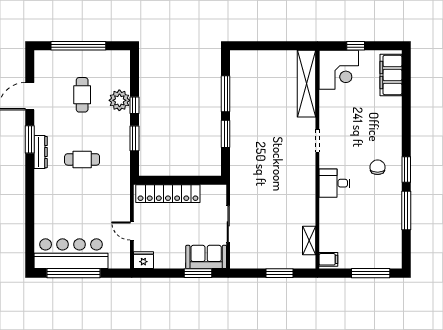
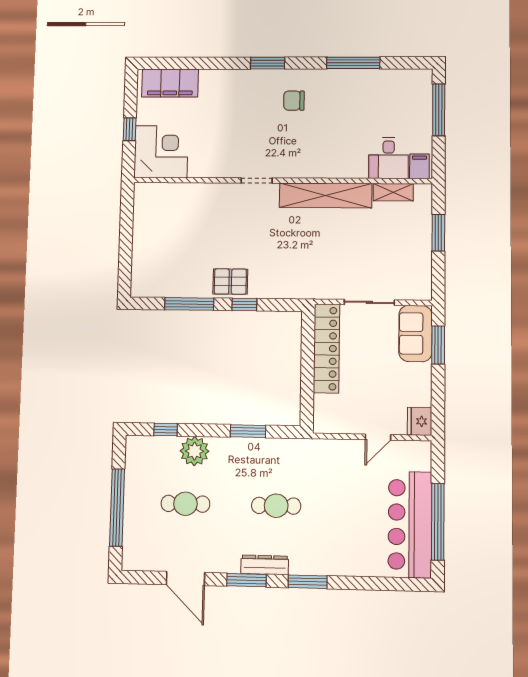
shelving: (306, 84) -> (326, 195), moved
window: (134, 105) -> (166, 430), moved
pallet: (242, 123) -> (230, 282), added
window: (226, 134) -> (244, 305), width x0.67
cafe table: (82, 159) -> (276, 506), turned 90
window: (406, 169) -> (268, 63), moved
window: (30, 183) -> (308, 582), added
desk: (334, 183) -> (389, 158), moved
locker: (168, 194) -> (327, 349), moved

